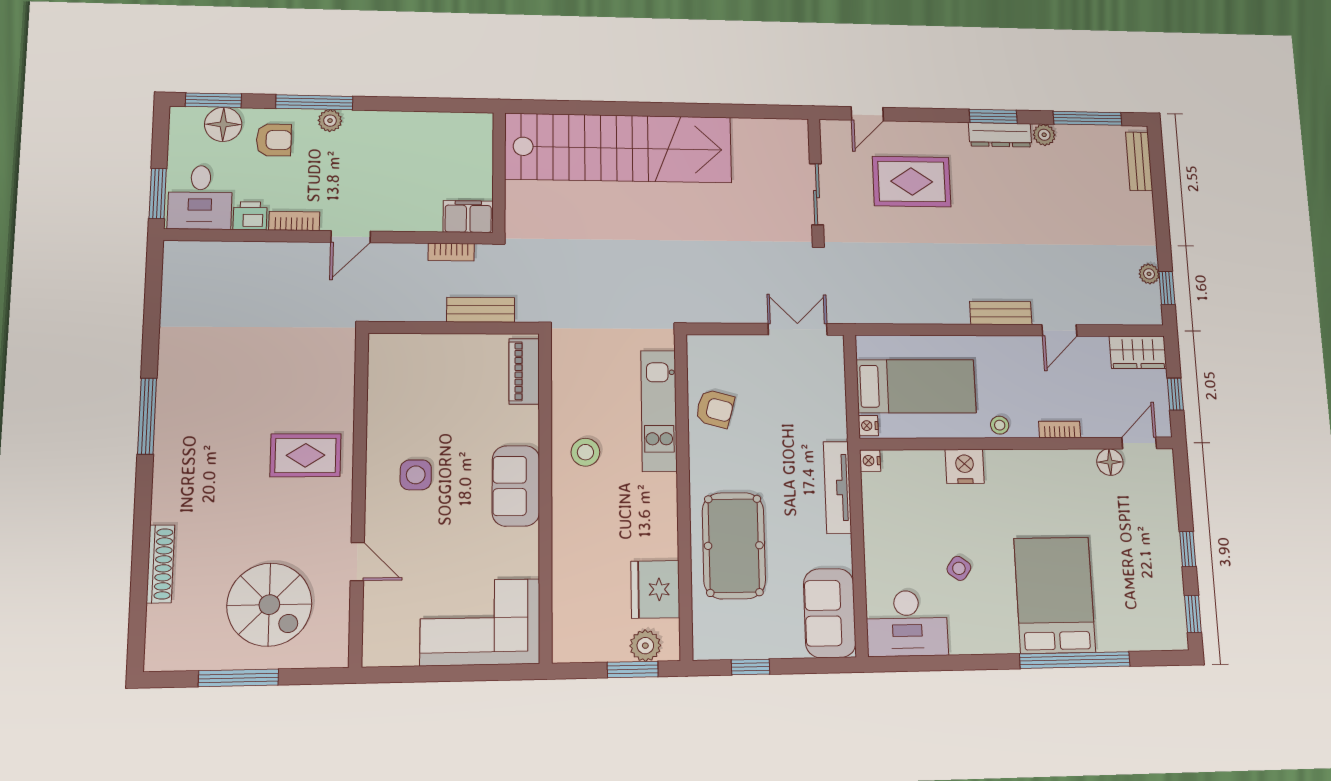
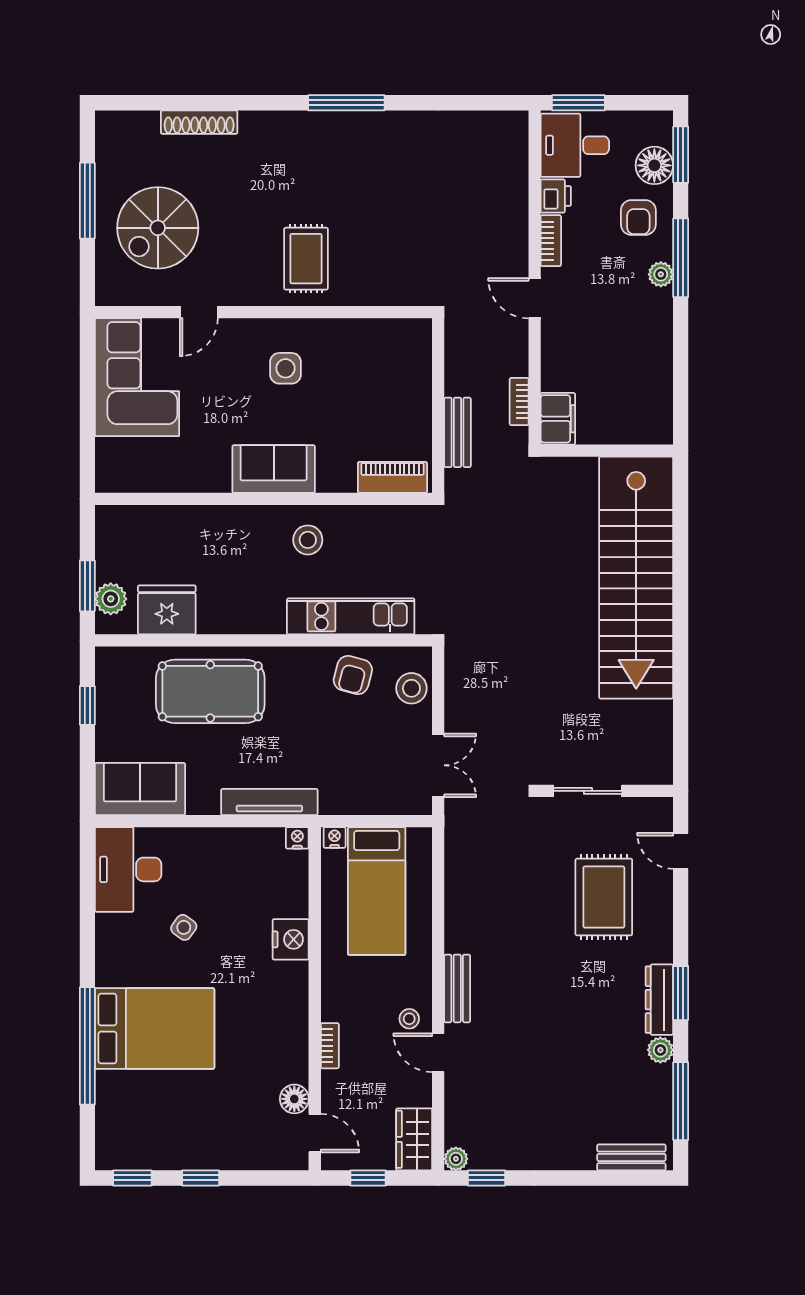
plant: (1149, 274) -> (456, 1159), moved
stool: (726, 354) -> (411, 688), added
stool: (1000, 425) -> (409, 1019), moved
corner sofa: (480, 622) -> (137, 377), moved

